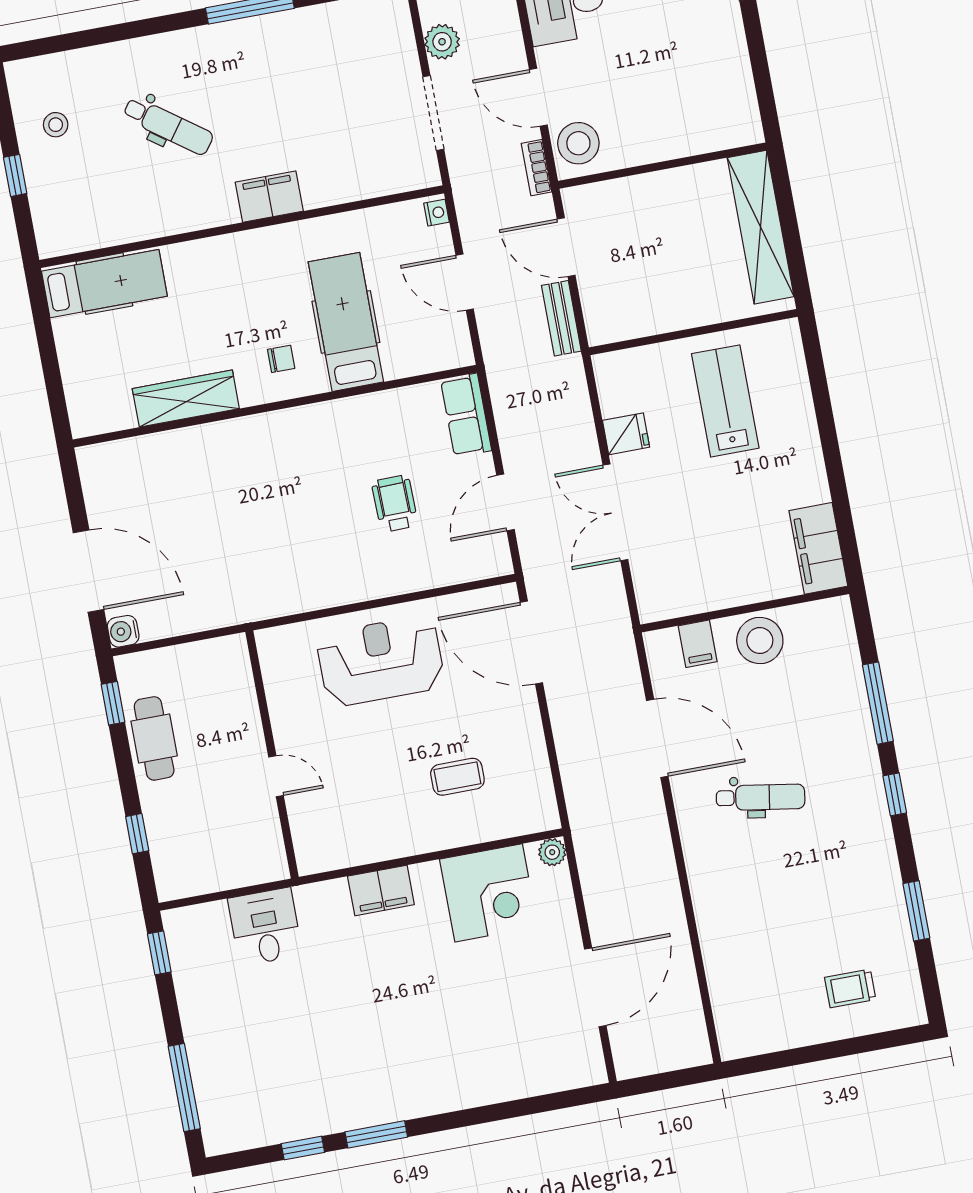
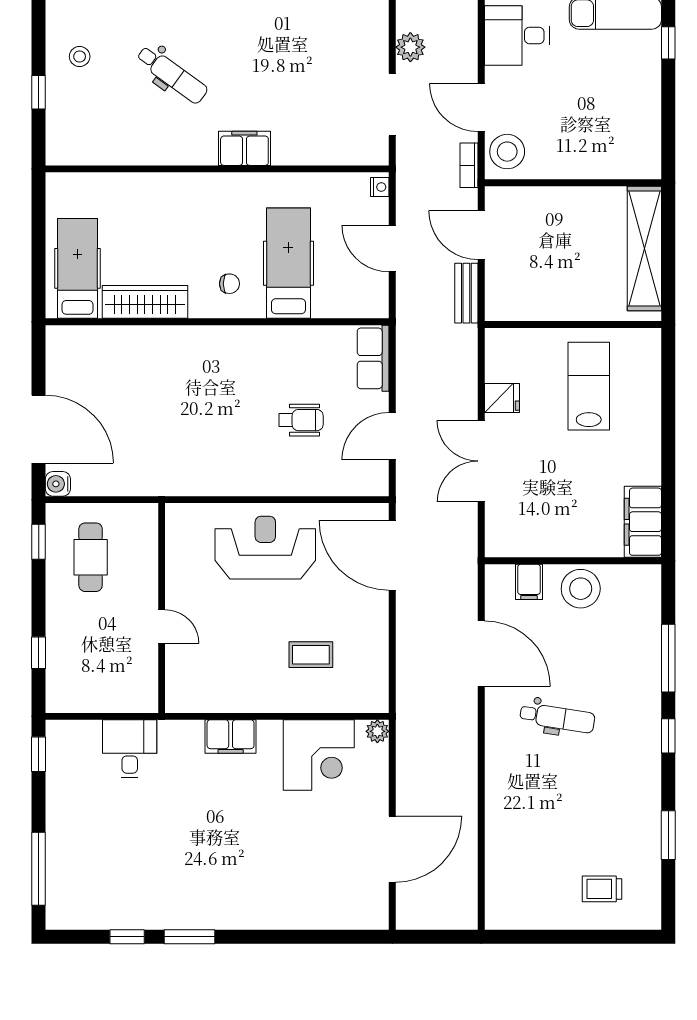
hospital bed: (104, 284) -> (77, 268), moved, turned -90
wheelchair: (395, 503) -> (301, 420), turned 91
cafe table: (154, 738) -> (91, 557), moved

